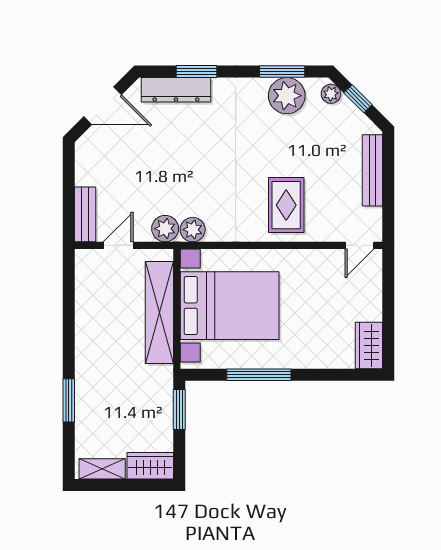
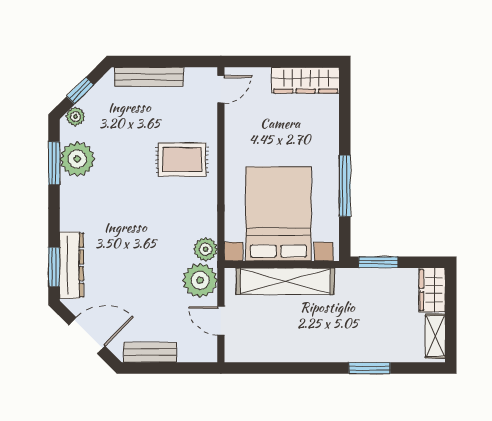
window: (196, 72) -> (54, 267), moved
door: (103, 106) -> (87, 336), hinge flipped
bench: (85, 214) -> (150, 352), moved
plant: (165, 229) -> (200, 280), width x1.36, depth x1.36
door: (359, 245) -> (221, 89), hinge flipped
wardrobe: (369, 346) -> (306, 80), width x1.50

